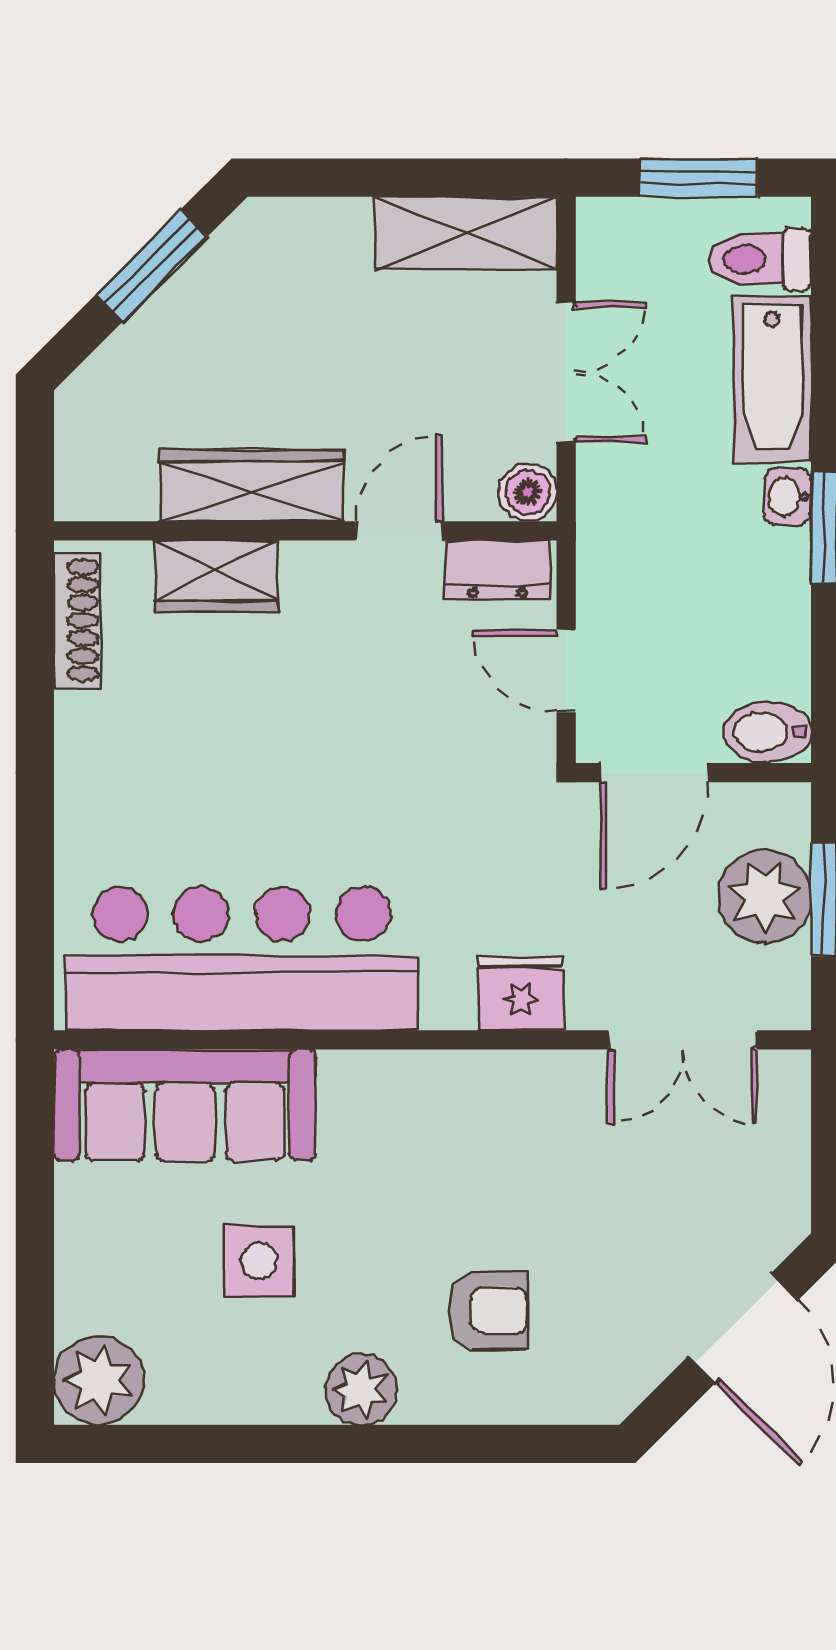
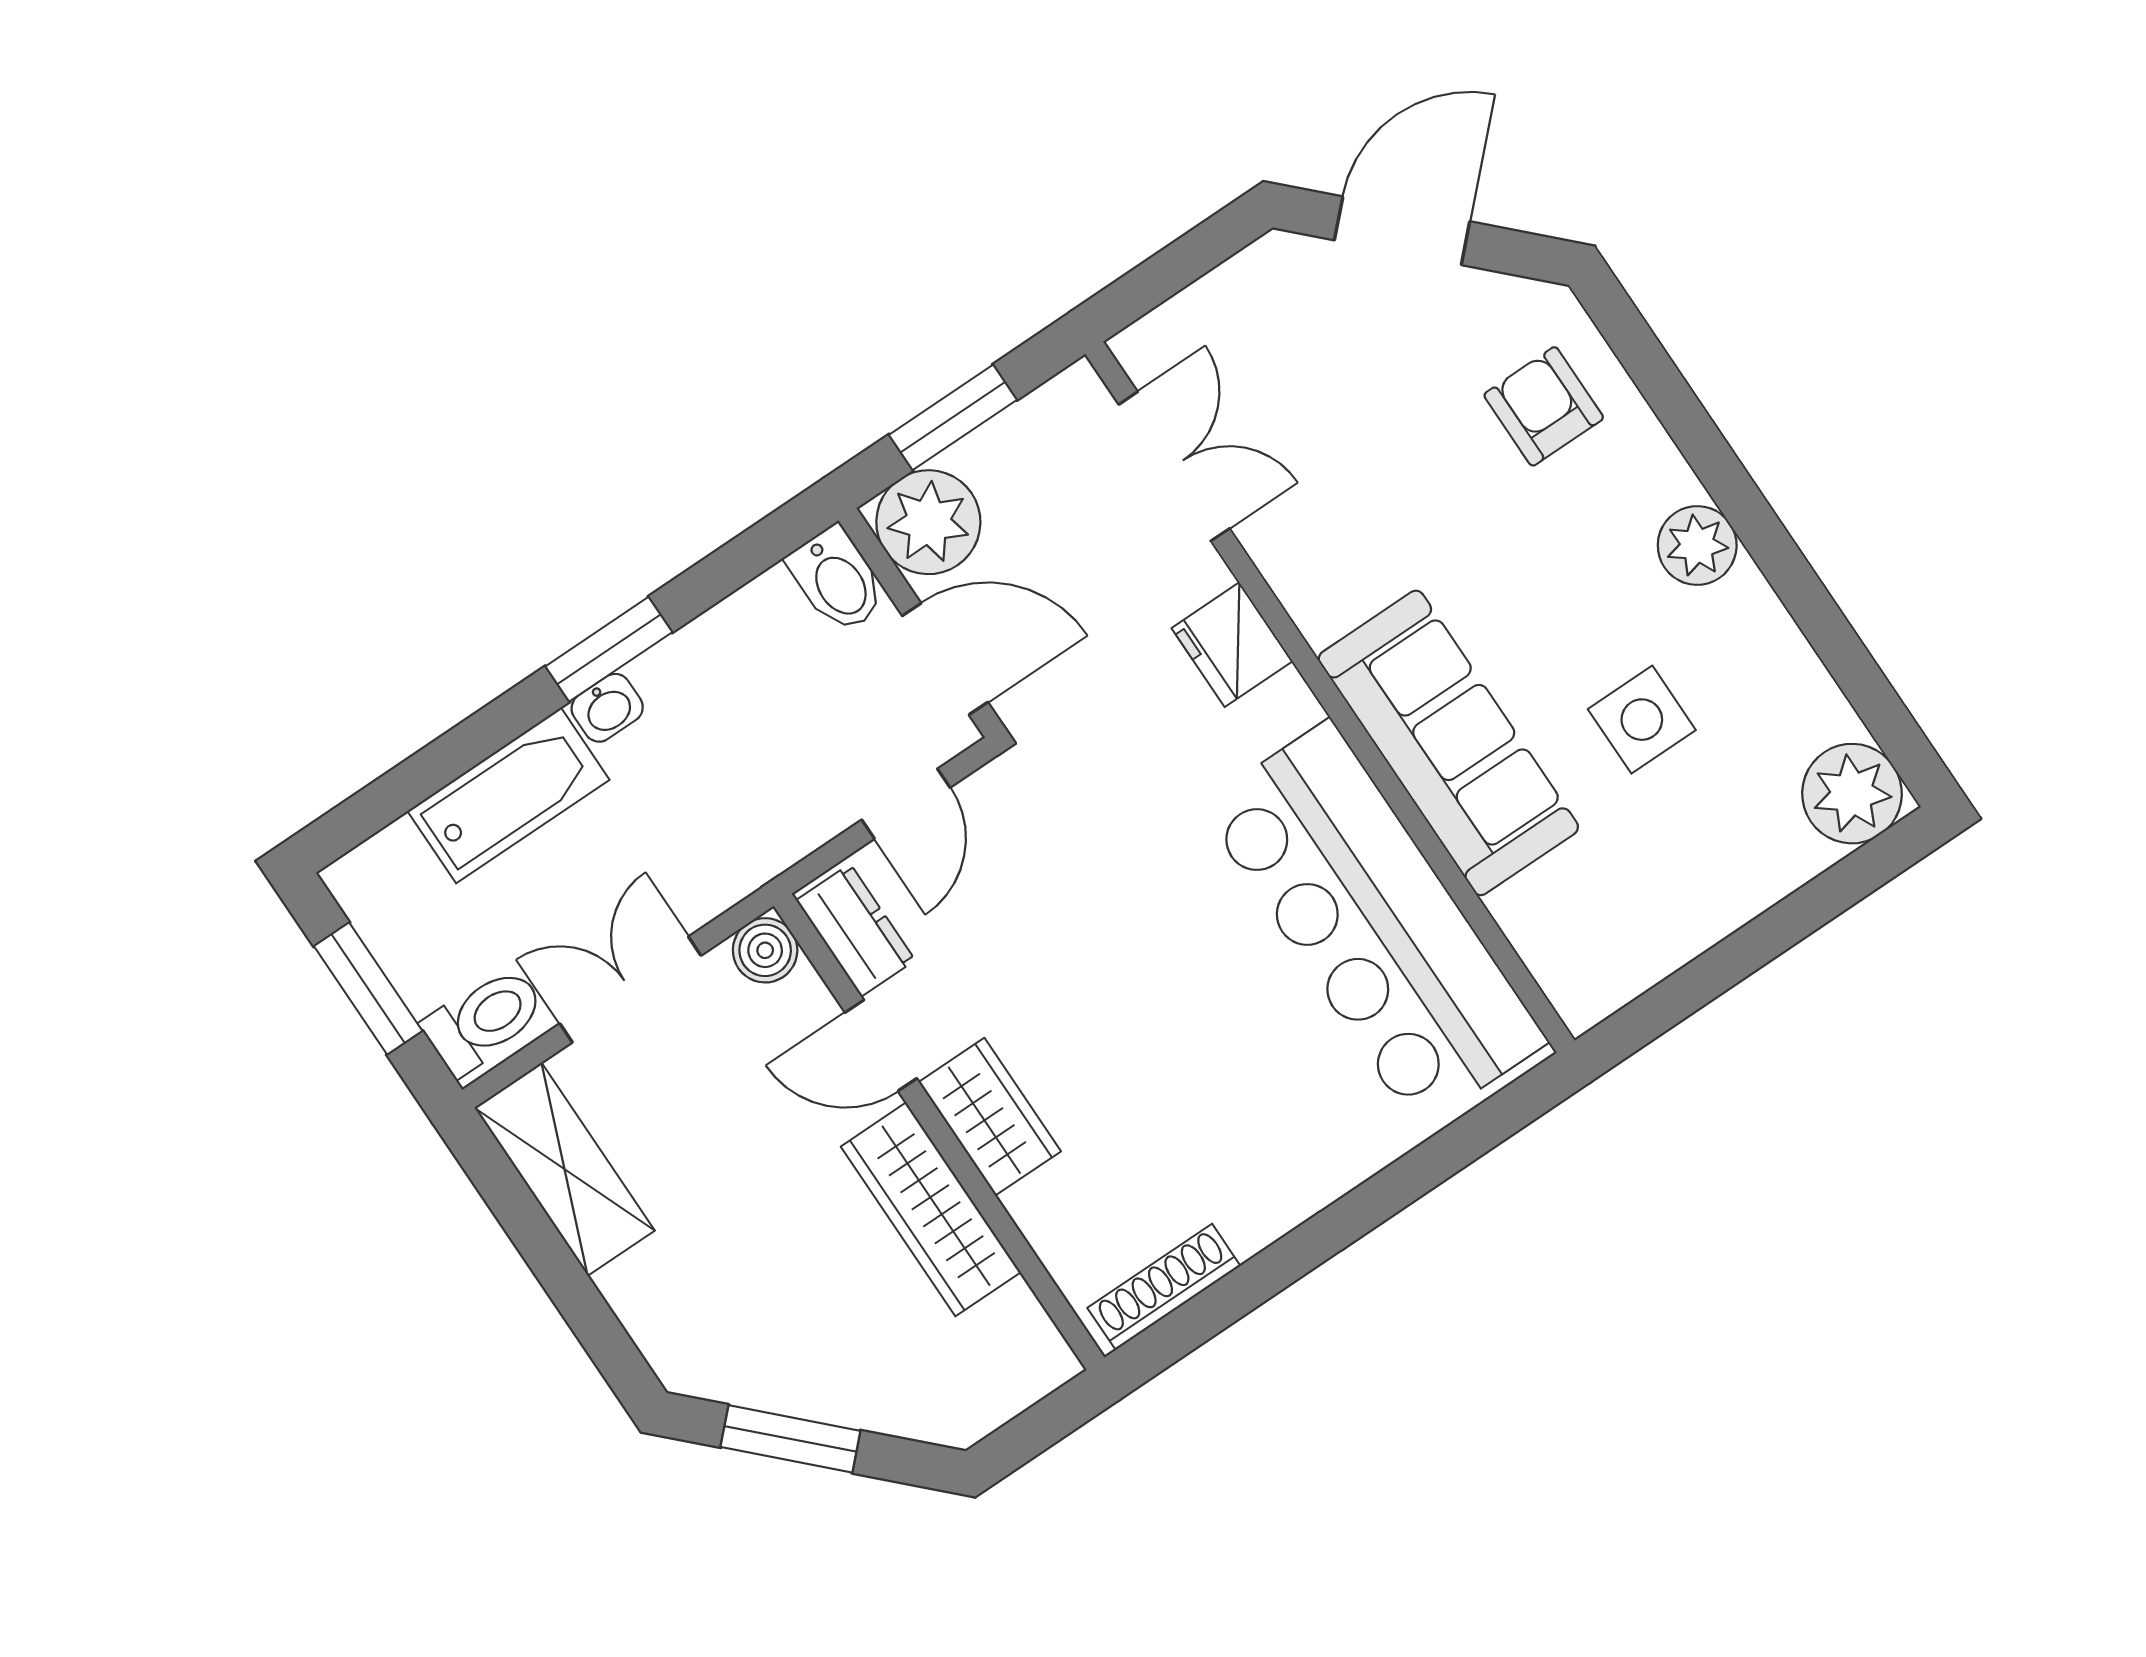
toilet: (760, 259) -> (484, 1020), moved, turned -90
wardrobe: (216, 576) -> (990, 1117), moved
plant: (764, 896) -> (928, 522), moved
sofa: (185, 1105) -> (1448, 743), moved
armchair: (488, 1311) -> (1544, 406), moved

